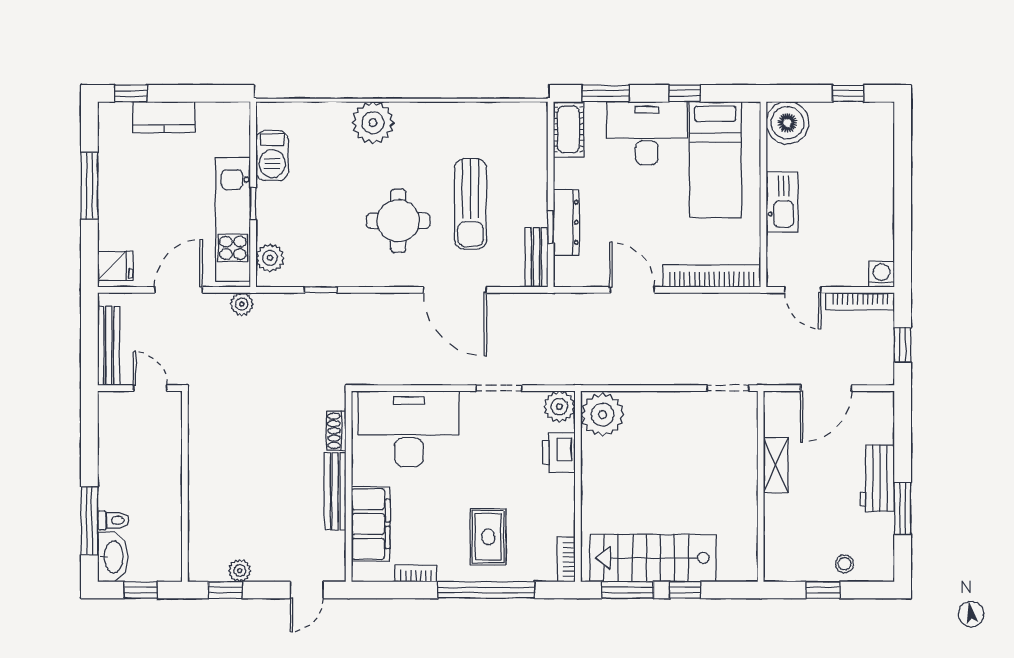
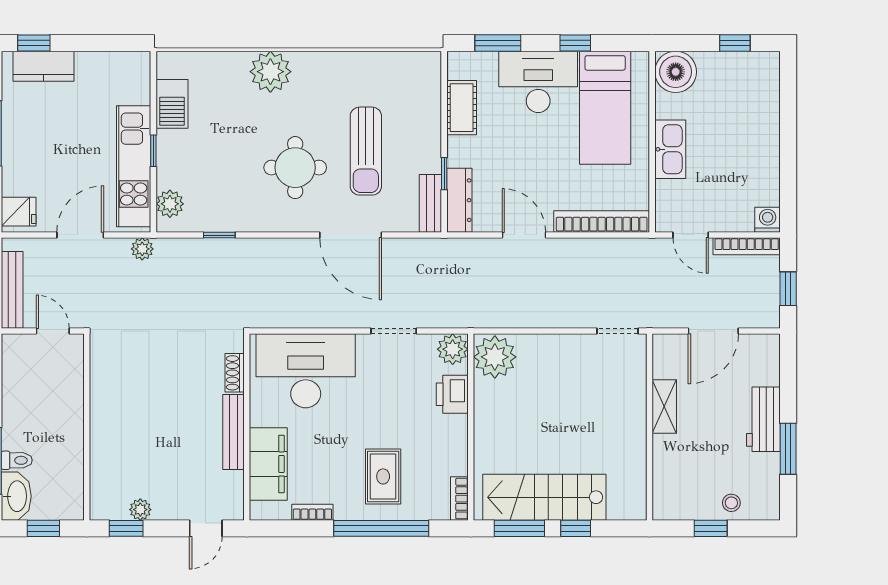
kitchen counter: (164, 117) -> (43, 66), moved
cot: (568, 129) -> (462, 108), moved
dresser: (566, 222) -> (459, 200), moved

